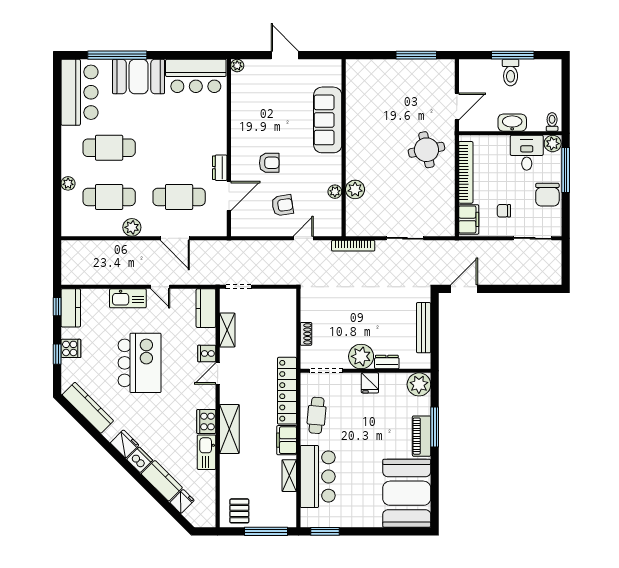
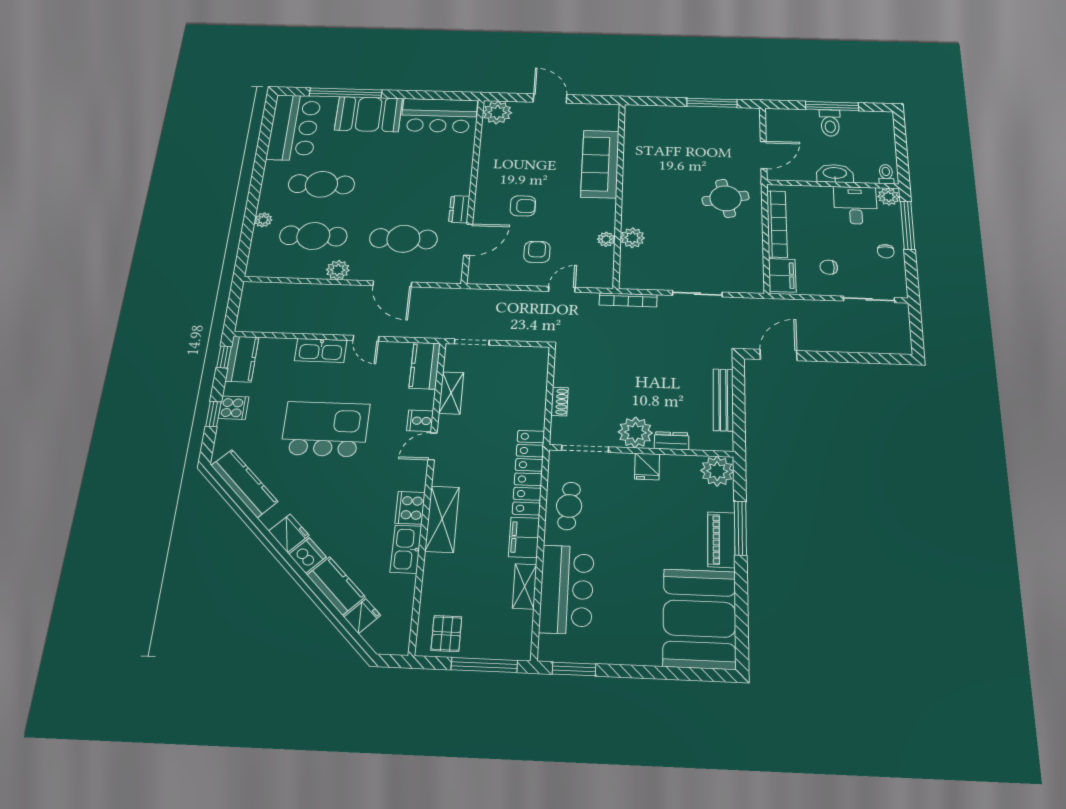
plant: (237, 66) -> (497, 112), width x1.87, depth x1.87
chair: (547, 195) -> (886, 251), width x0.54, depth x0.54
armchair: (282, 205) -> (537, 252), turned -81
kitchen island: (140, 363) -> (325, 429), turned -90

